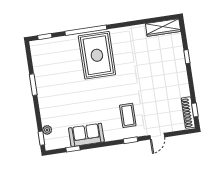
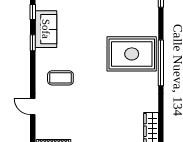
window: (86, 30) -> (161, 63), moved
window: (131, 140) -> (33, 43), moved

